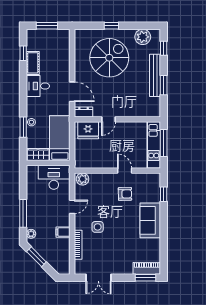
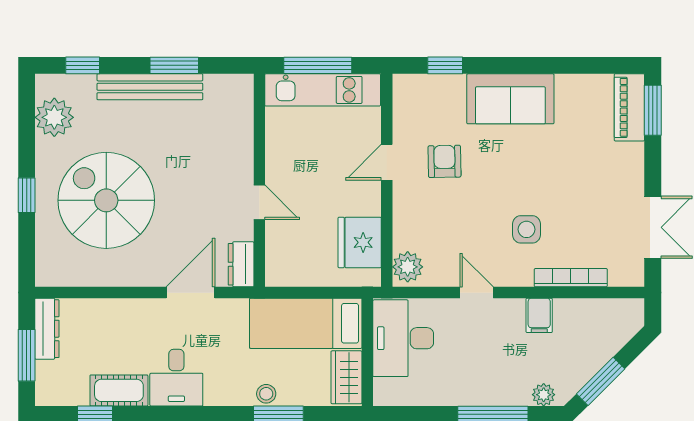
dresser: (58, 34) -> (47, 329), added
fridge: (88, 130) -> (360, 242), moved, turned 180

